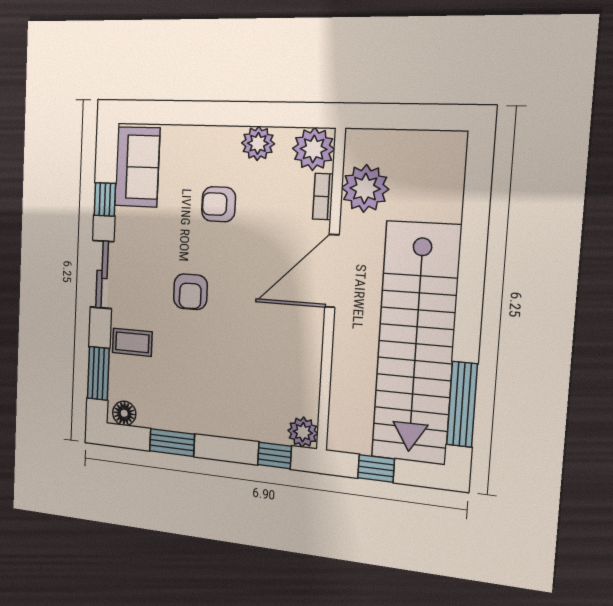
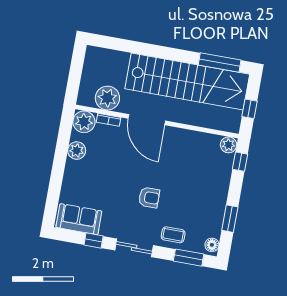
armchair: (219, 204) -> (105, 176), removed
coffee table: (132, 342) -> (173, 235), turned 90

